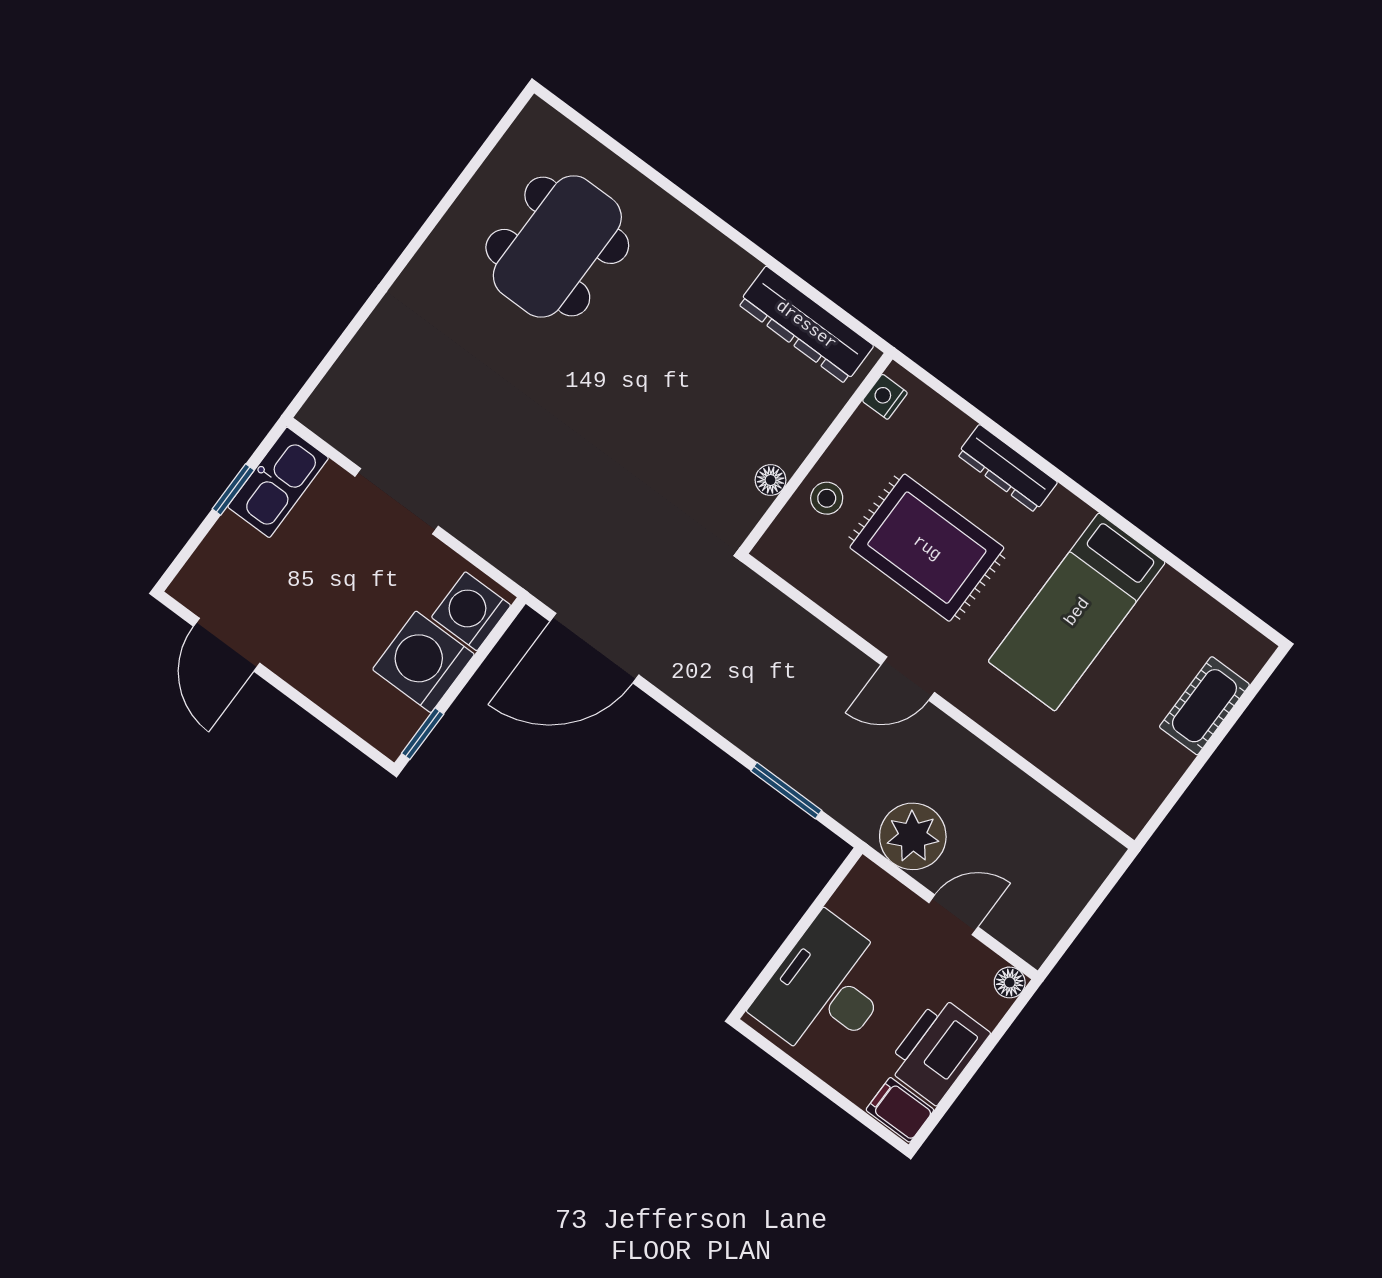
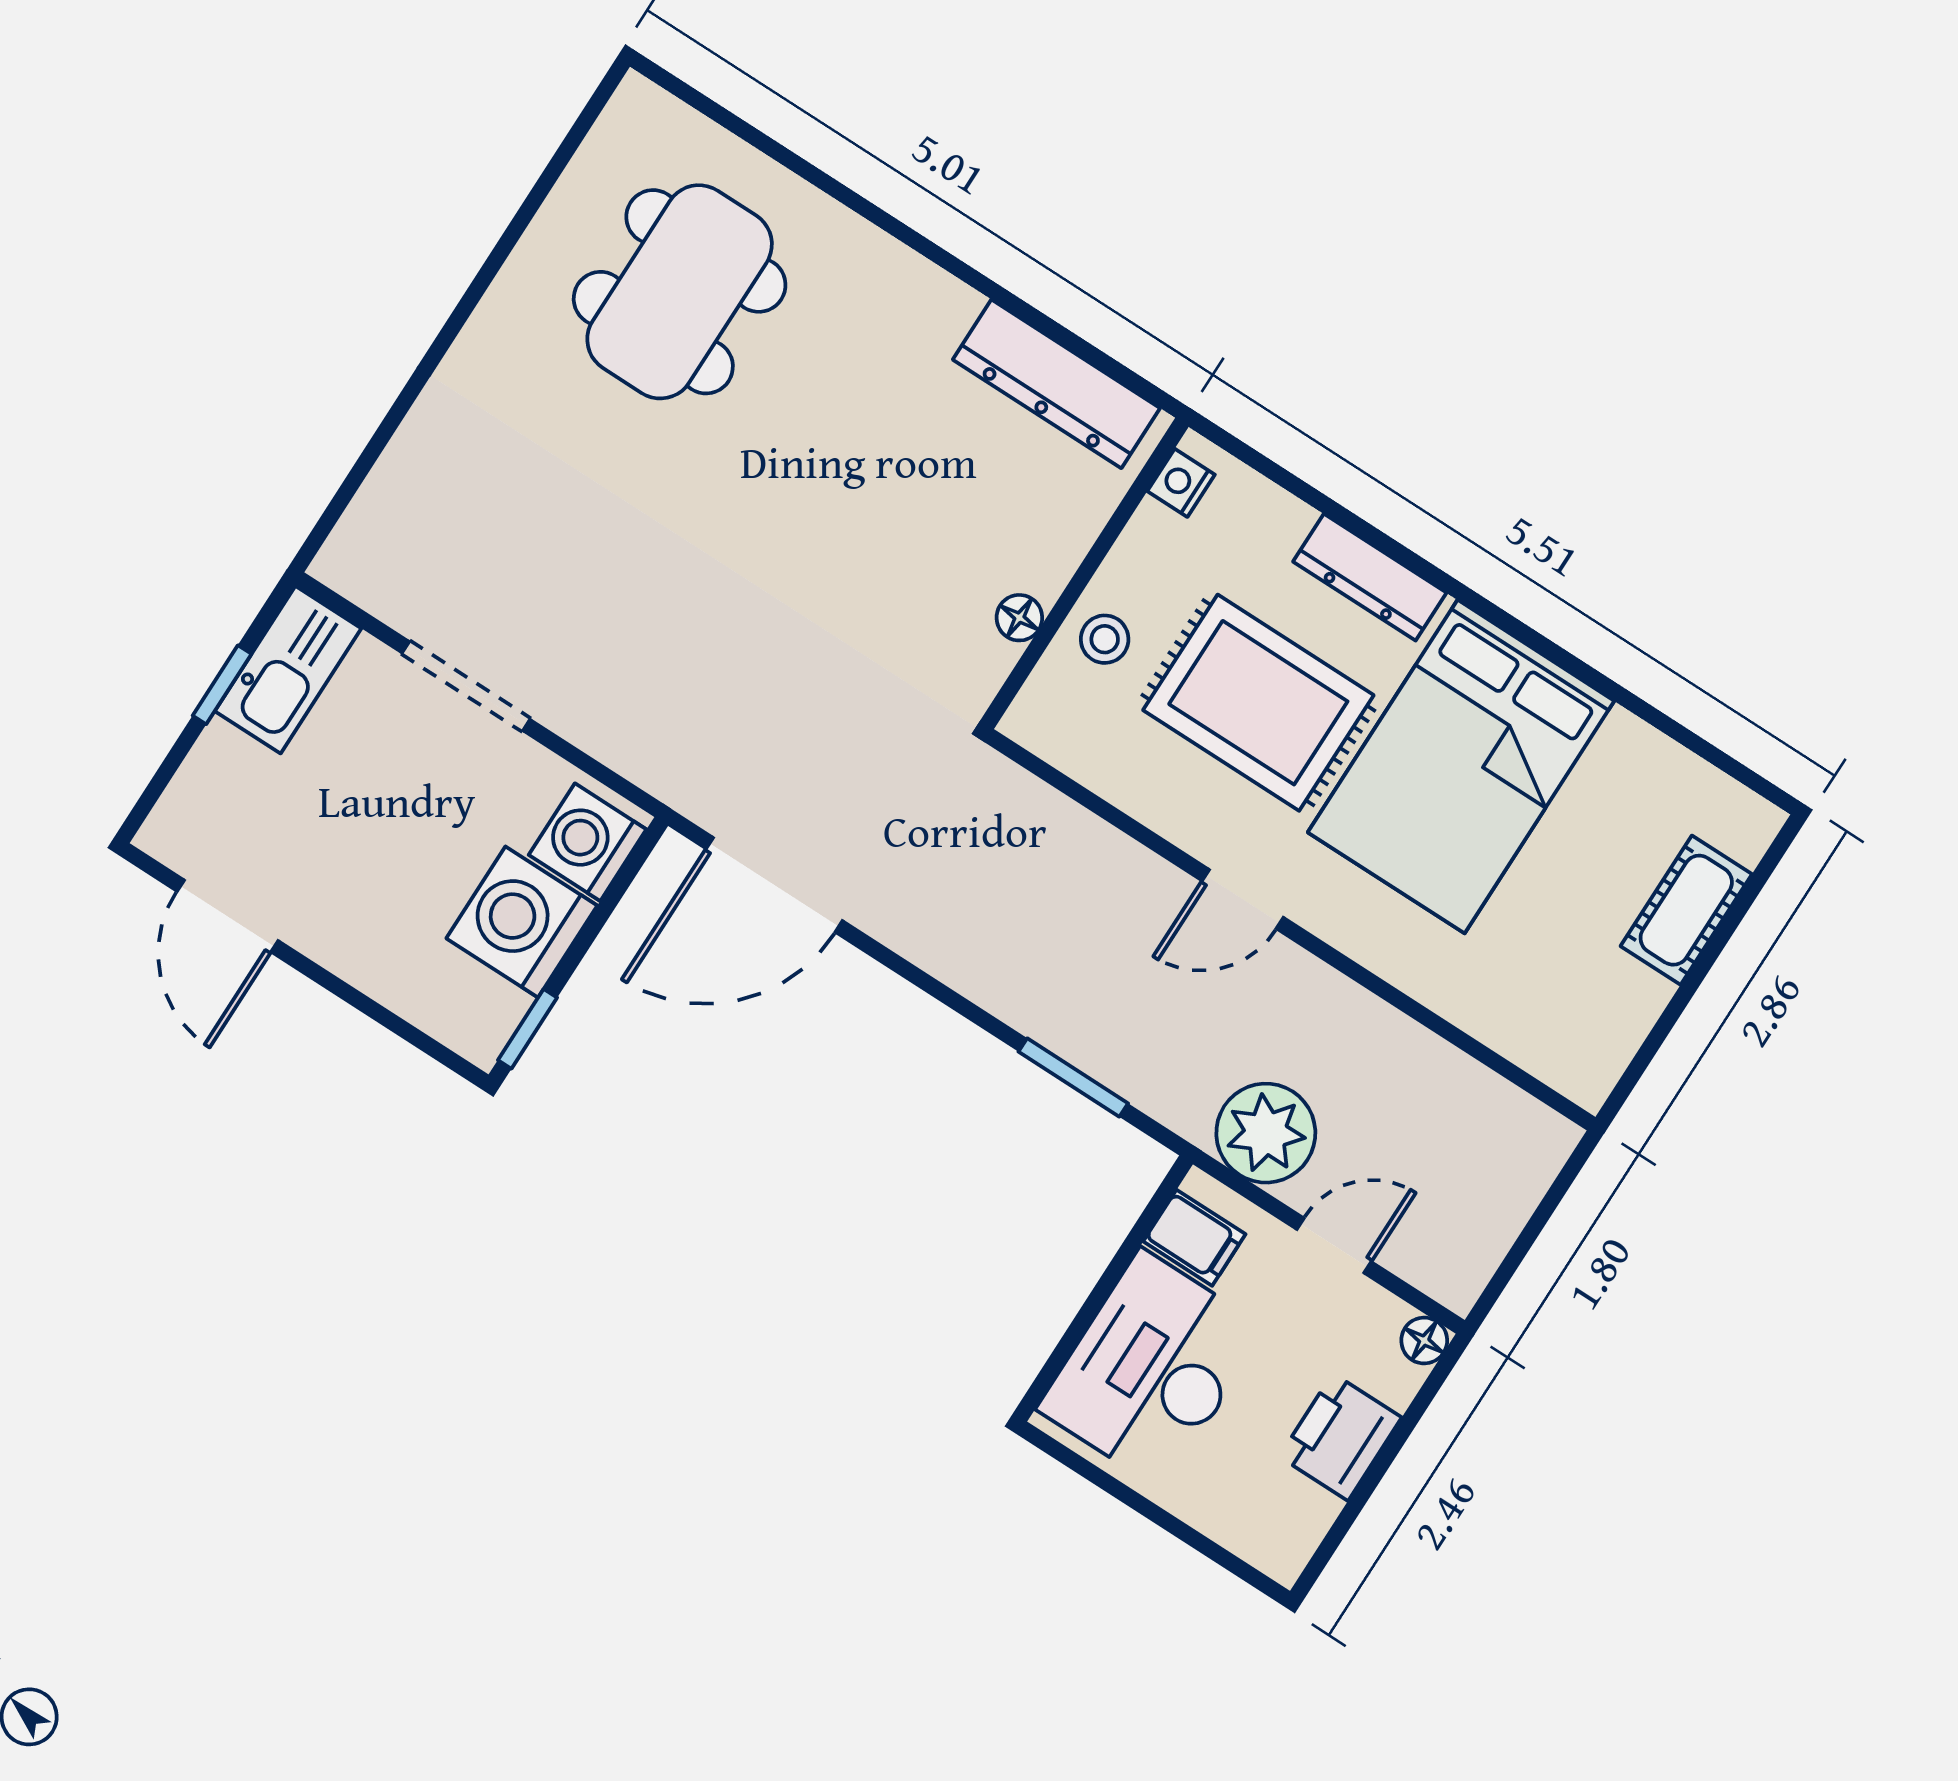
bed: (1077, 612) -> (1461, 767), width x1.50
printer: (937, 1050) -> (1340, 1437), width x0.73, depth x0.84
filing cabinet: (900, 1110) -> (1194, 1238), moved, turned 180

